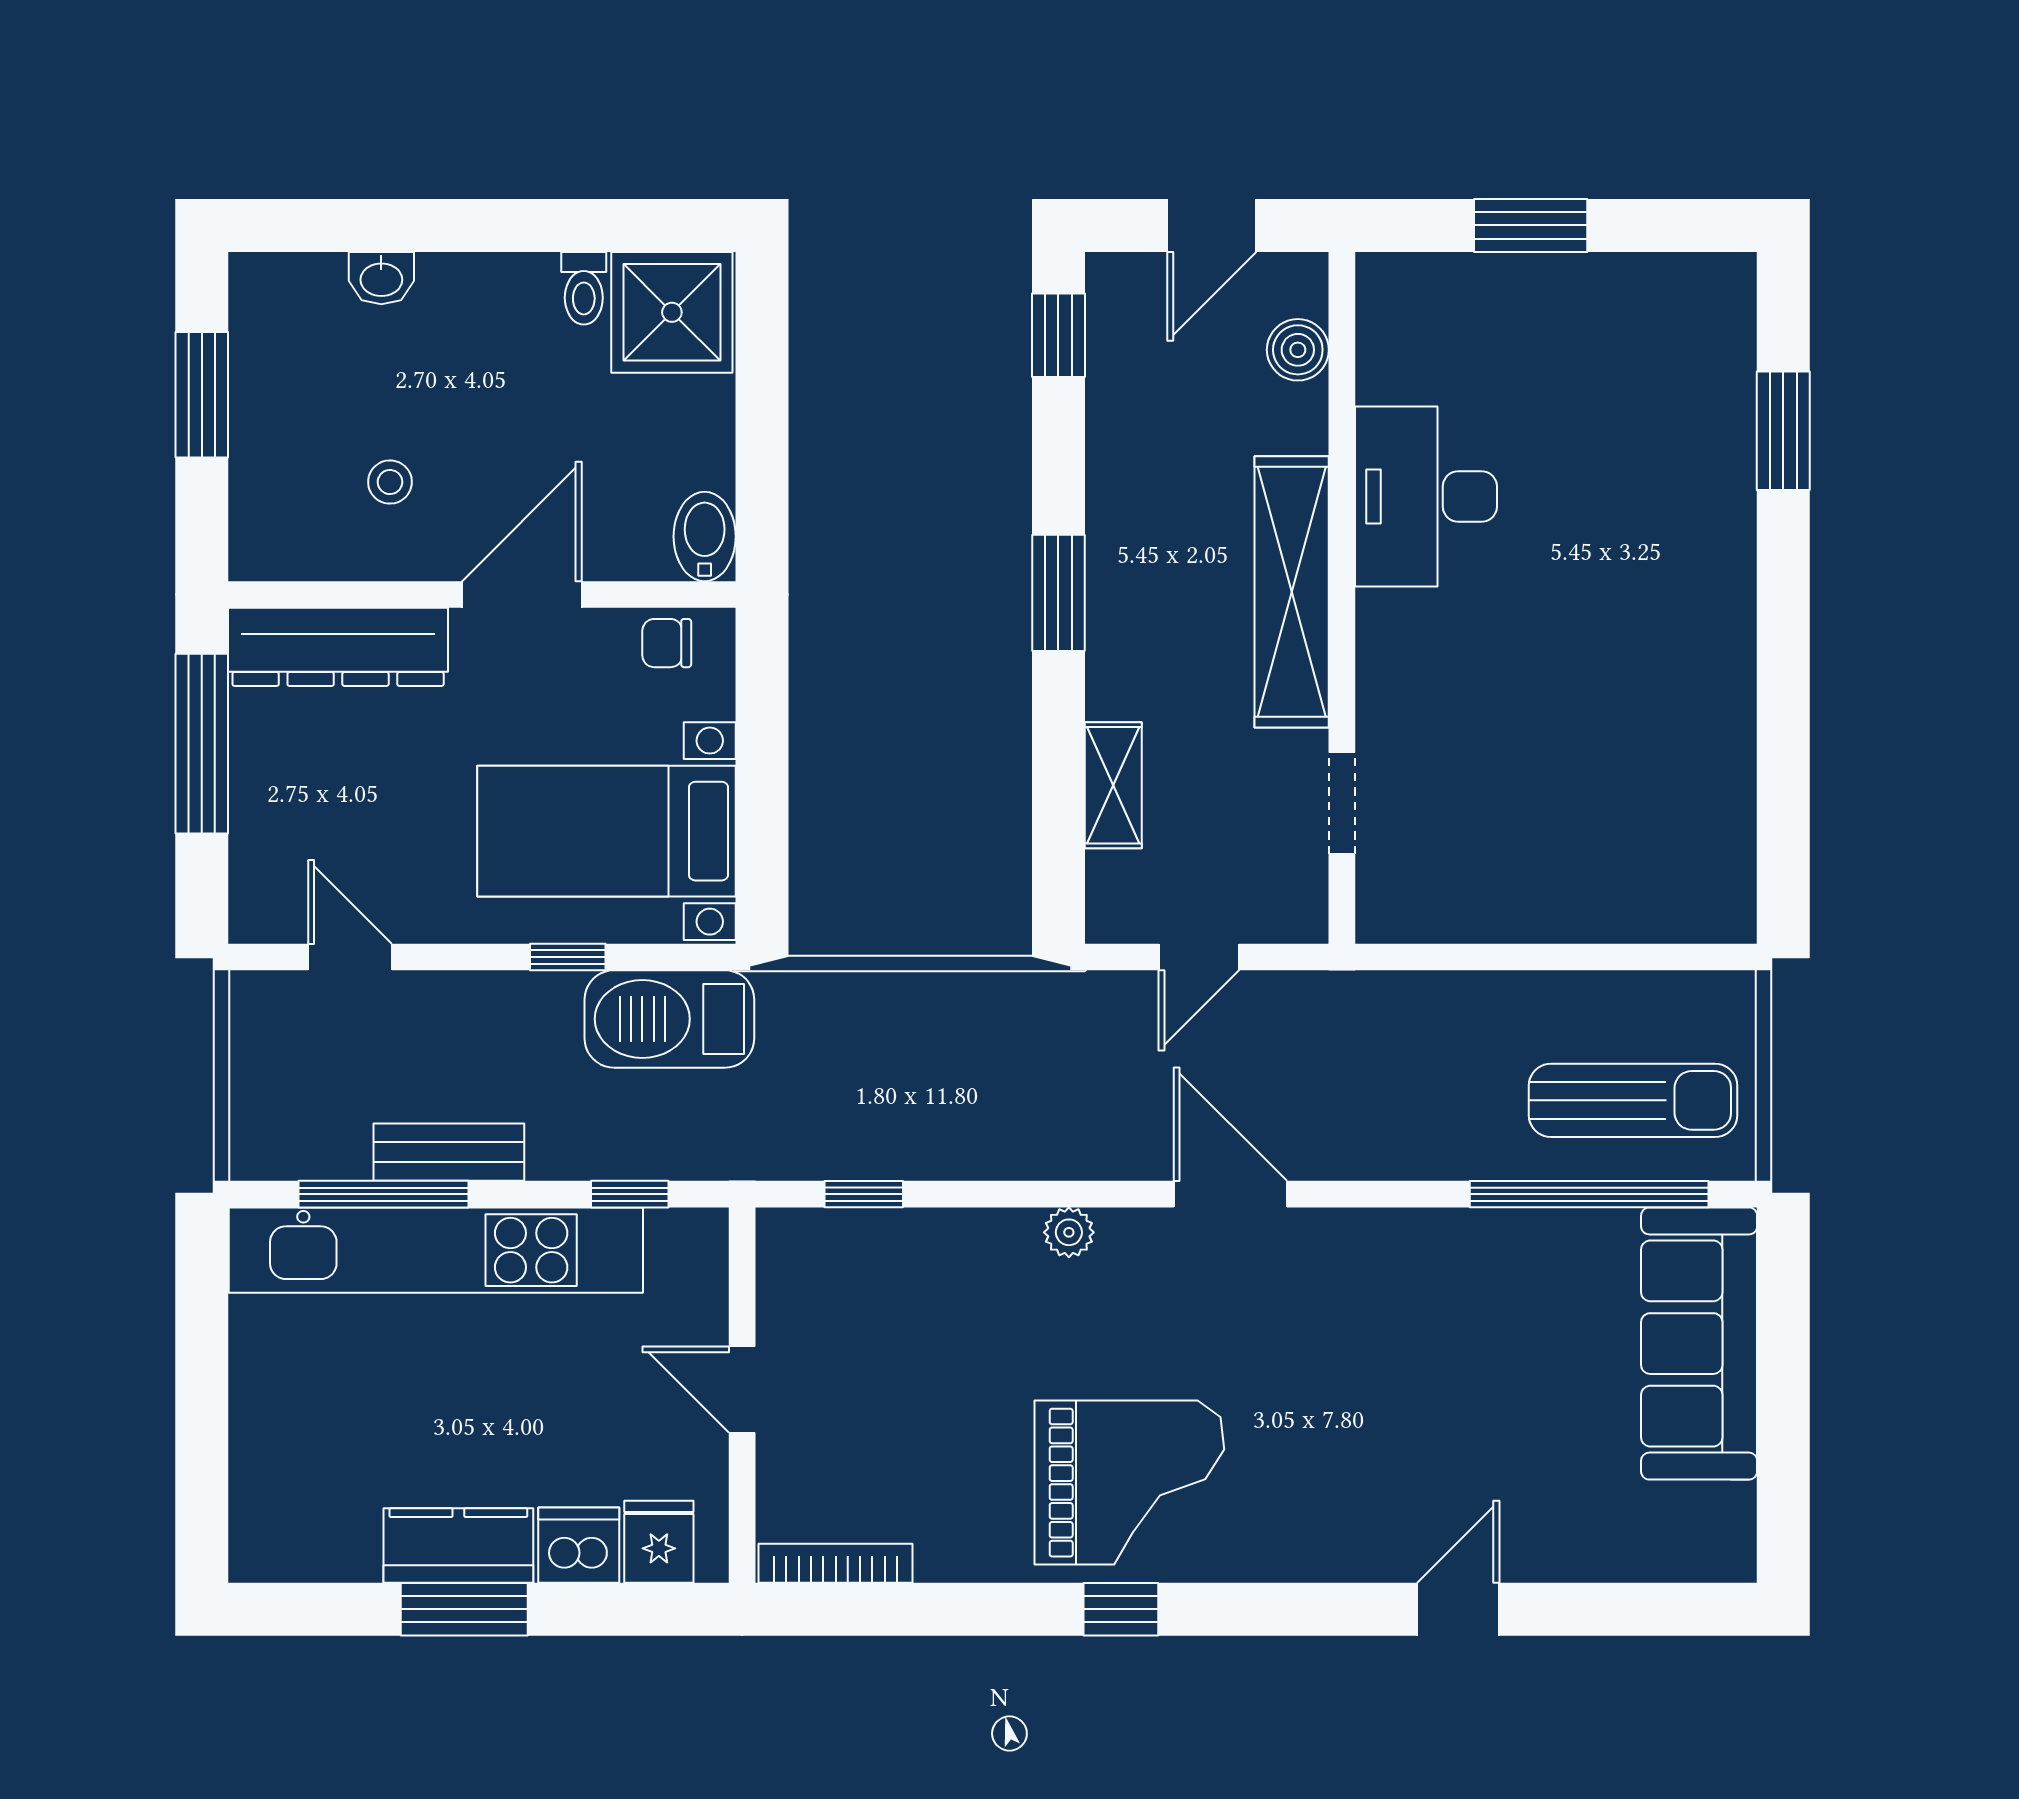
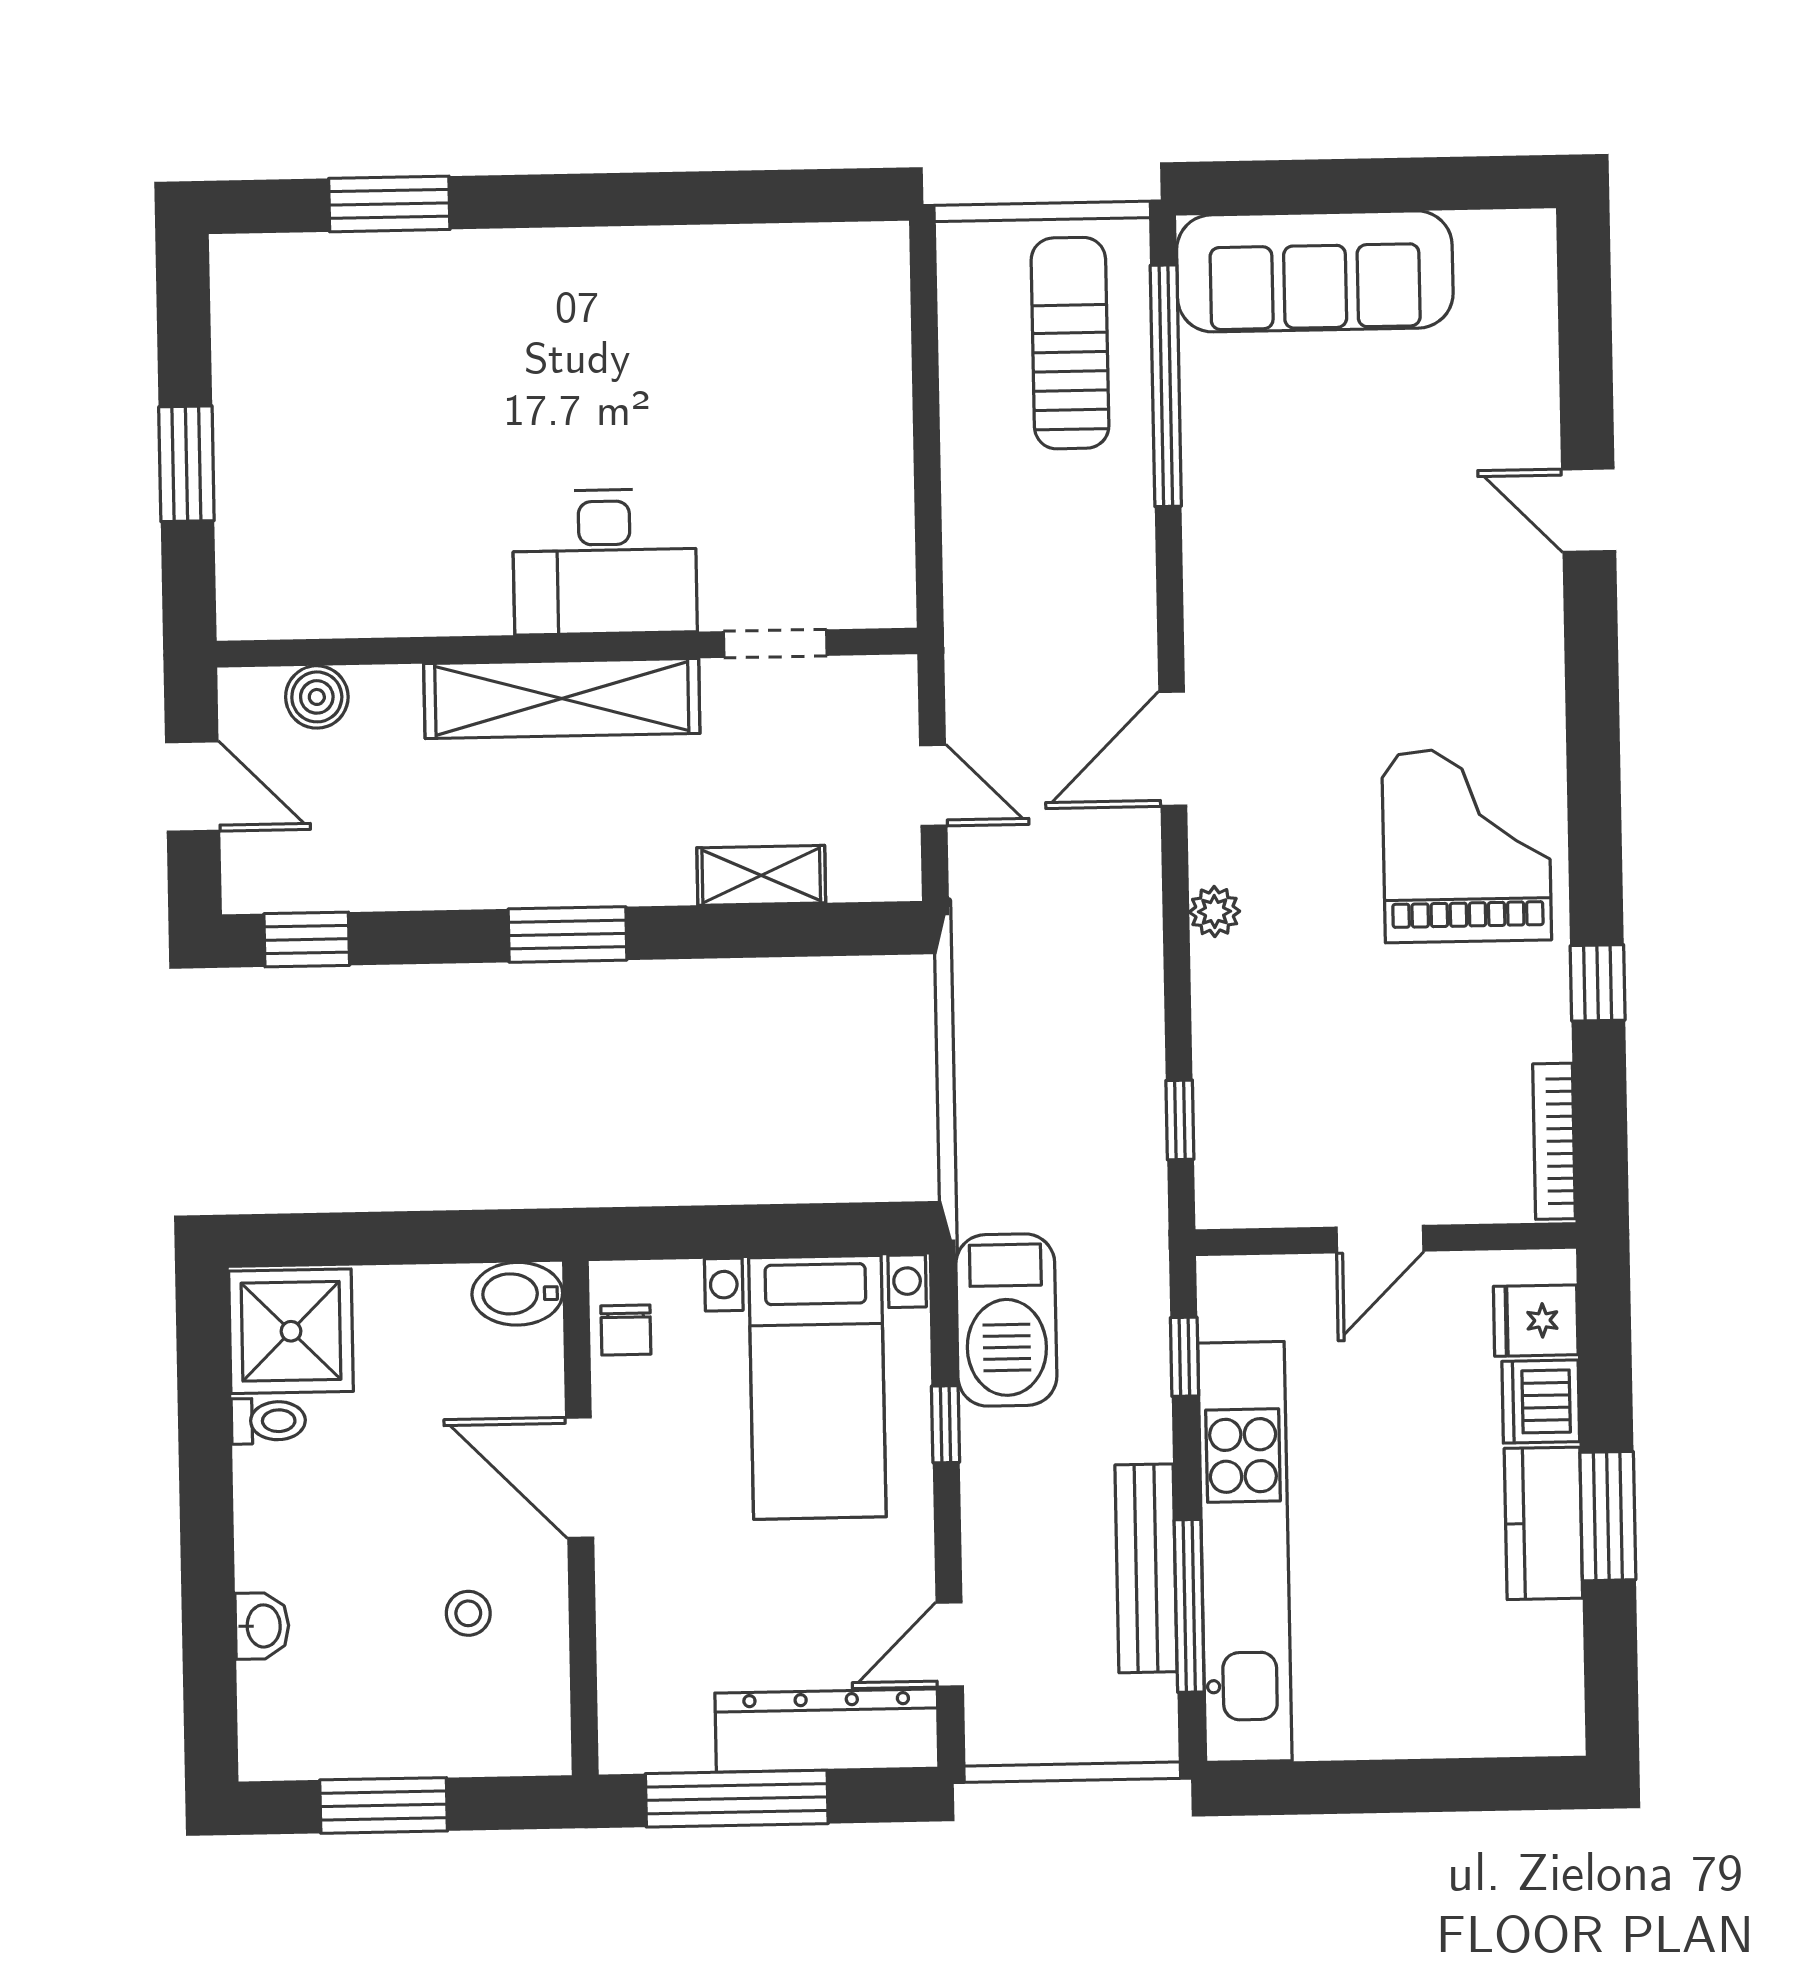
desk: (1426, 496) -> (605, 562), moved
dresser: (338, 647) -> (827, 1731), moved, turned -90
bench: (449, 1152) -> (1146, 1568), width x1.36
window: (1121, 1609) -> (1598, 983), moved

